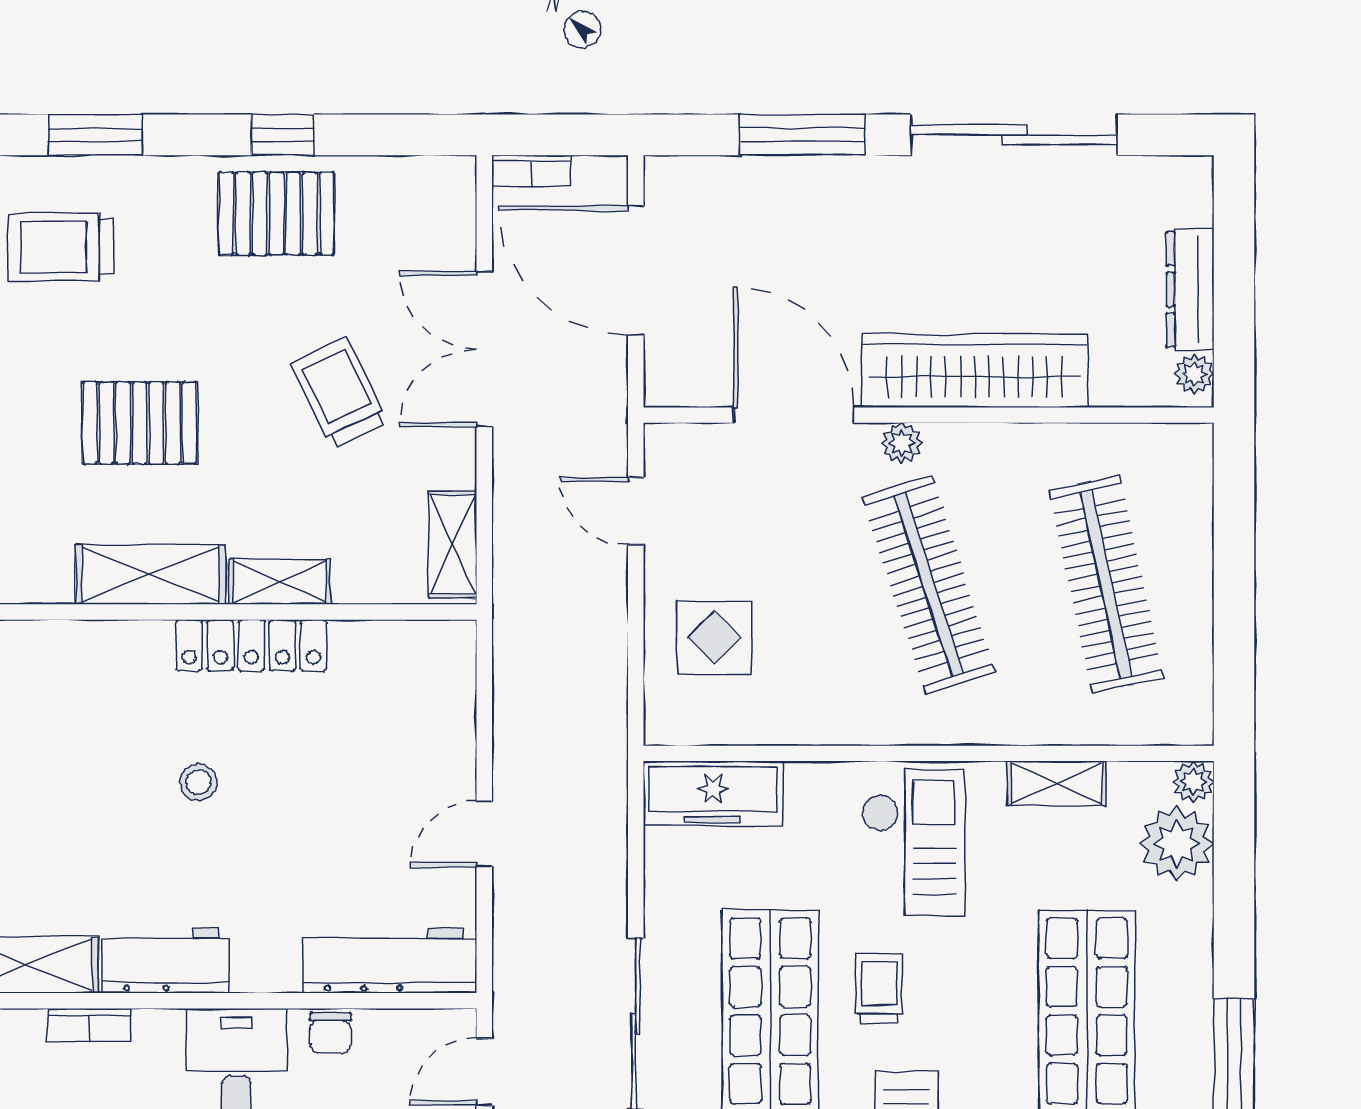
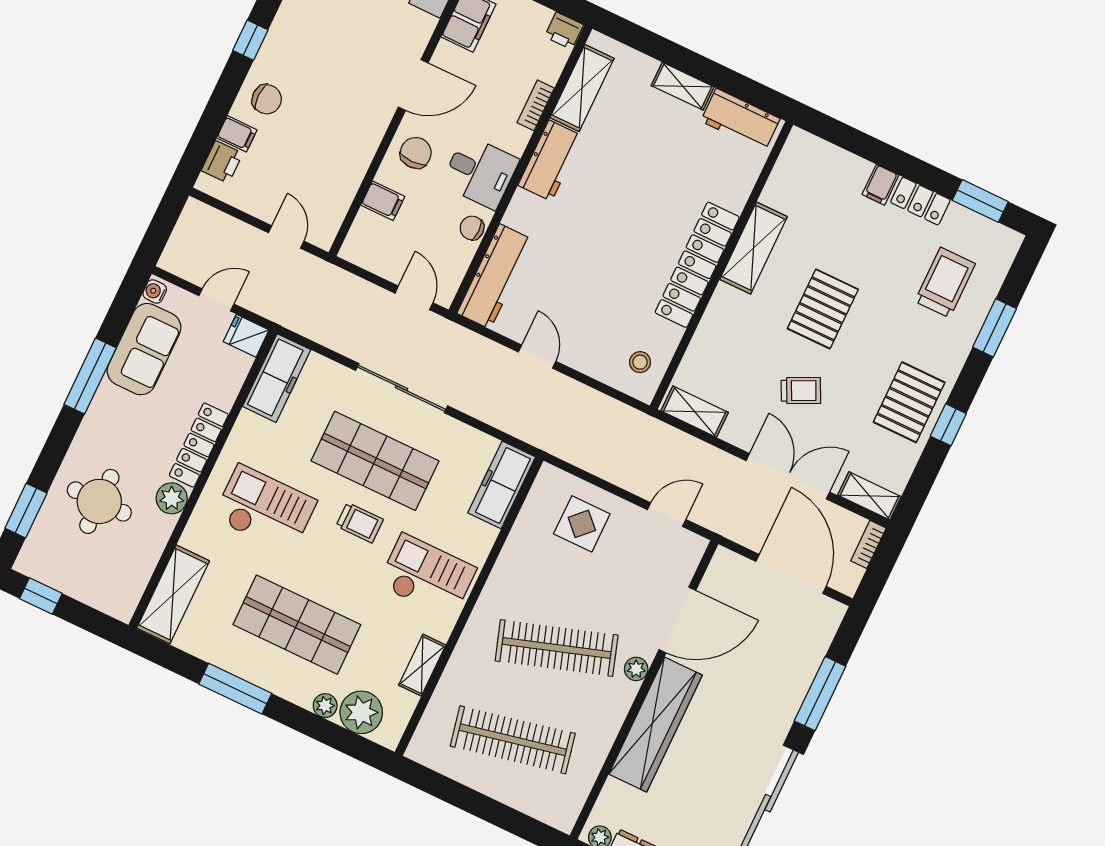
door: (636, 271) -> (791, 574), hinge flipped
trolley: (339, 393) -> (801, 391), width x0.73, depth x0.72
pallet: (140, 423) -> (823, 309), moved
shelving: (280, 582) -> (869, 496), moved, turned 90
locker: (251, 645) -> (697, 265), width x1.41, depth x1.21
stool: (199, 782) -> (640, 362), moved
plant: (1193, 782) -> (325, 706), moved
checkout: (913, 842) -> (427, 576), turned 180

